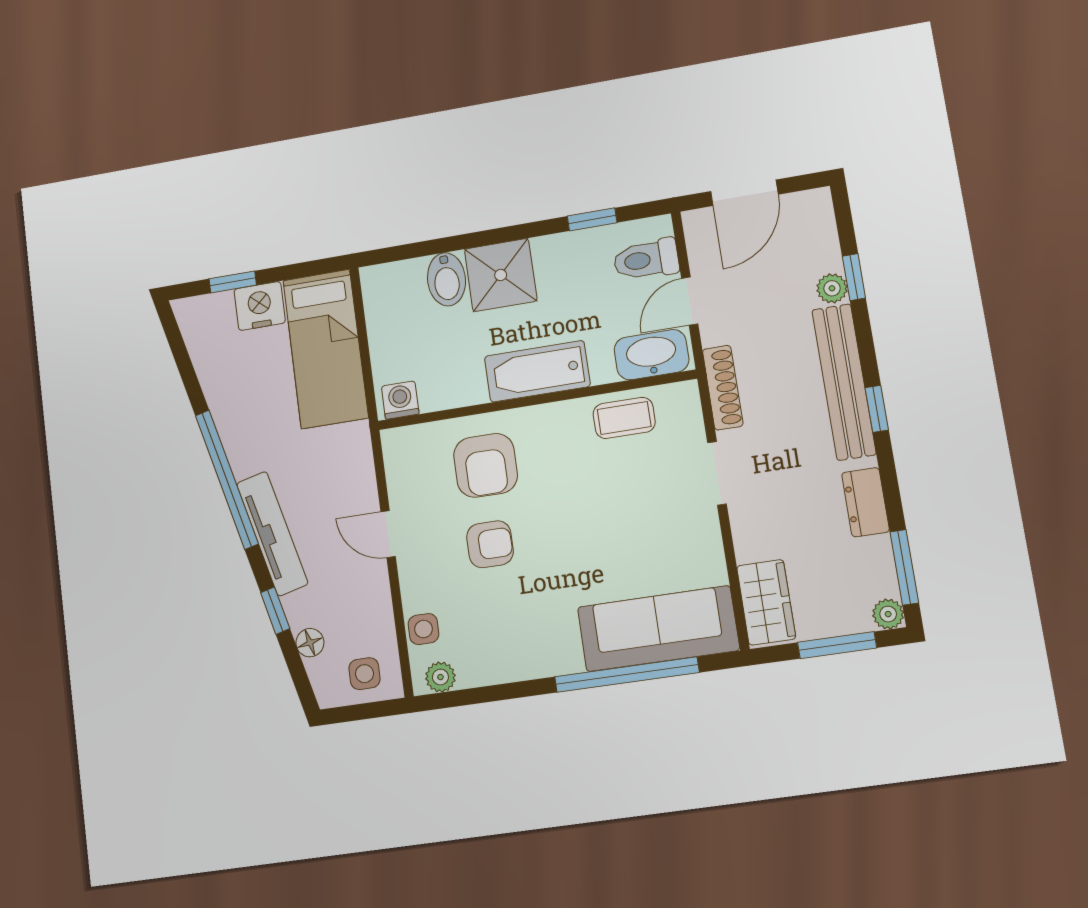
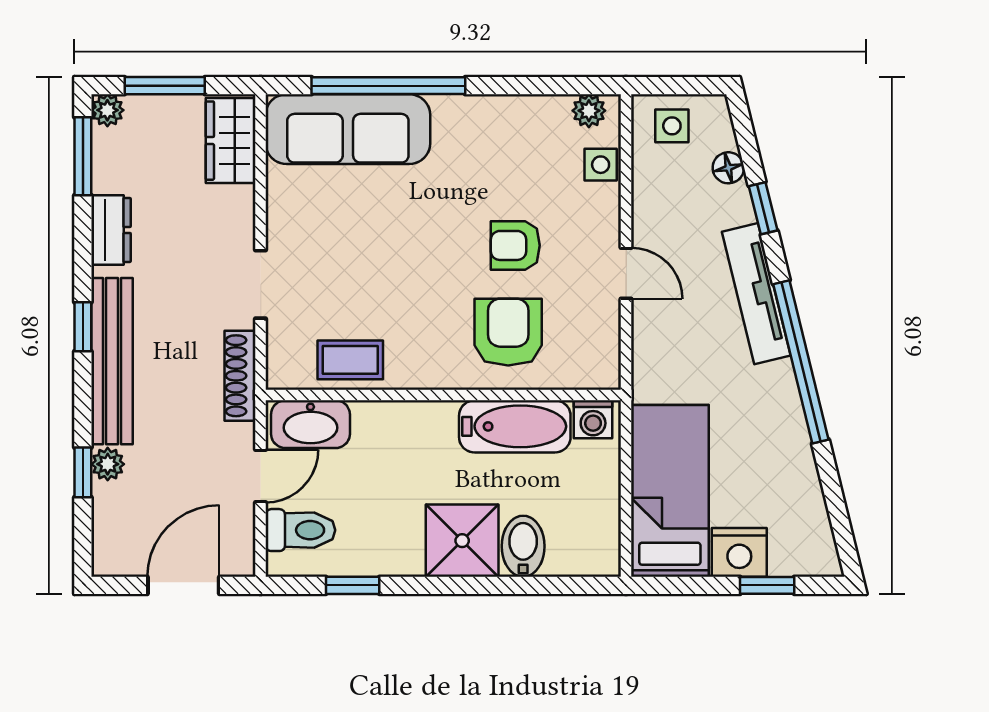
bathtub: (537, 371) -> (515, 426), moved

